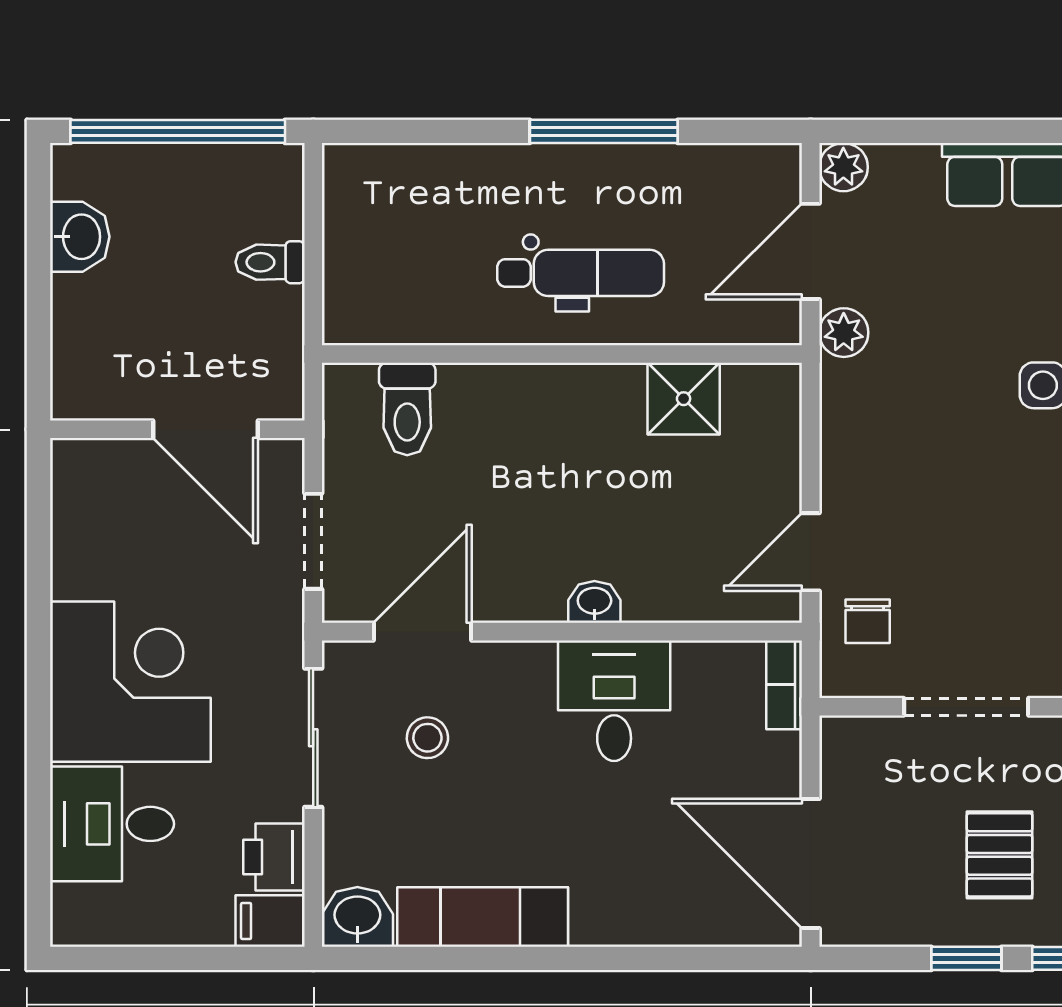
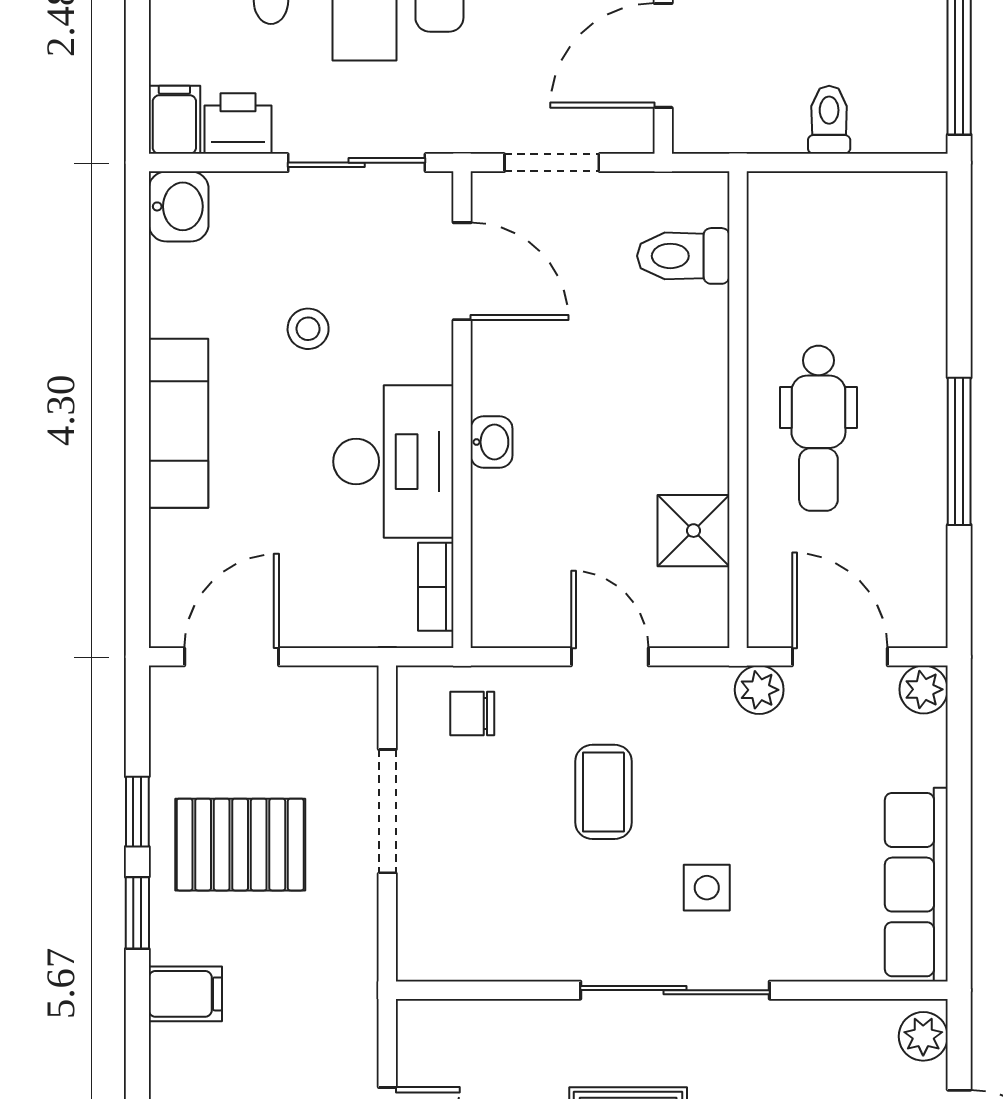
coffee table: (947, 489) -> (603, 792), added
door: (811, 552) -> (610, 657), moved
bookcase: (784, 685) -> (436, 587), moved, turned -90
desk: (614, 701) -> (393, 462), width x1.37
stool: (427, 738) -> (308, 329), moved
pallet: (1000, 855) -> (240, 845), width x1.50, depth x1.42
door: (811, 863) -> (232, 657), width x0.73
exam couch: (483, 917) -> (178, 423), moved

